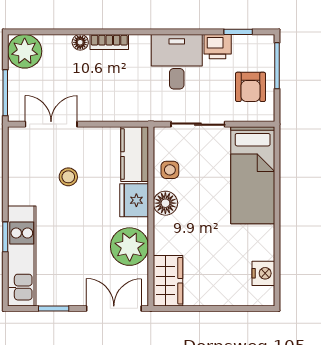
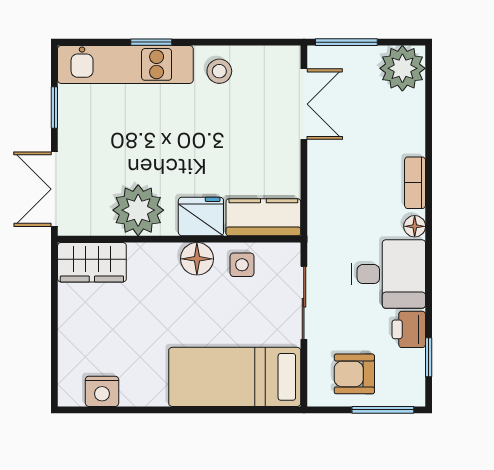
floor lamp: (80, 42) -> (415, 226), moved
stool: (68, 177) -> (219, 71), moved
double door: (114, 308) -> (54, 189), swing flipped

